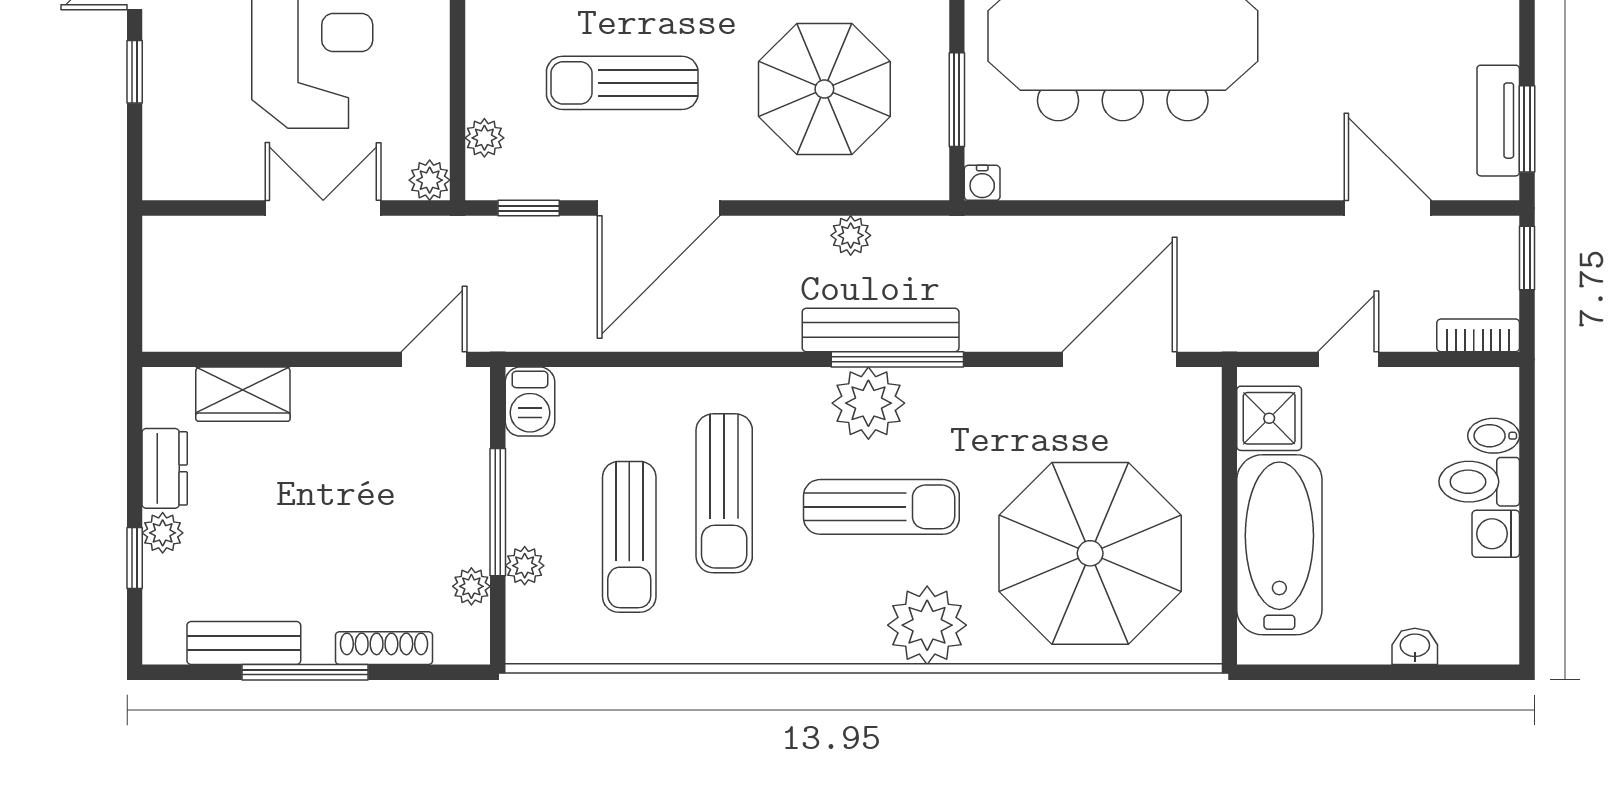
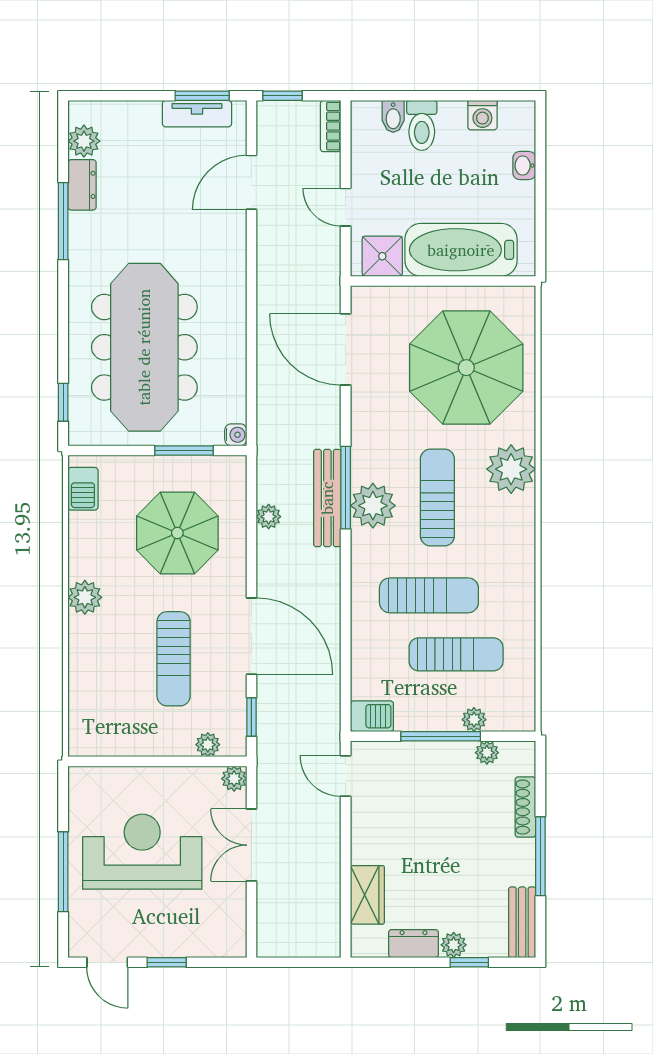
washing machine: (1496, 534) -> (482, 115), moved
bench: (244, 643) -> (522, 922), moved

